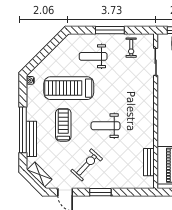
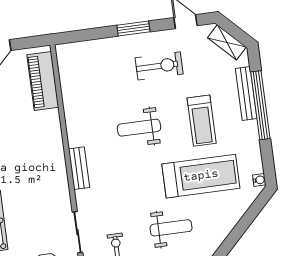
weight bench: (105, 126) -> (139, 128), turned 180
bench: (149, 162) -> (79, 168), moved
exercise bike: (87, 165) -> (159, 66), turned -133

